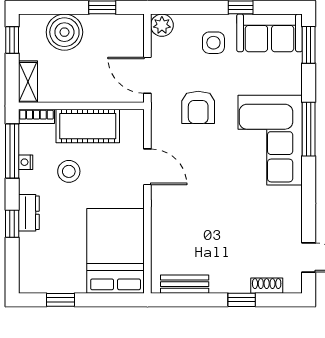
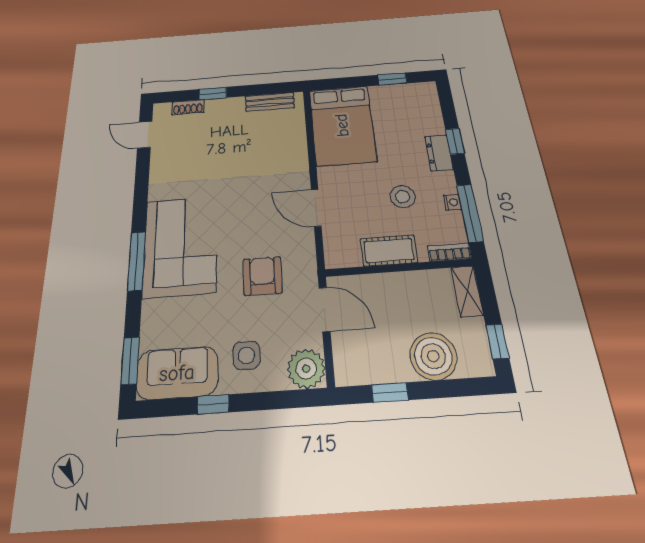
plant: (162, 25) -> (306, 369), width x1.36, depth x1.36
cot: (88, 126) -> (389, 251), width x0.73, depth x0.75

